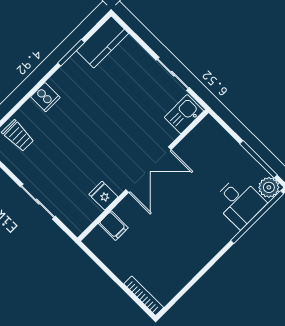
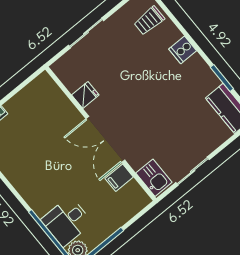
filing cabinet: (113, 226) -> (119, 178), moved

